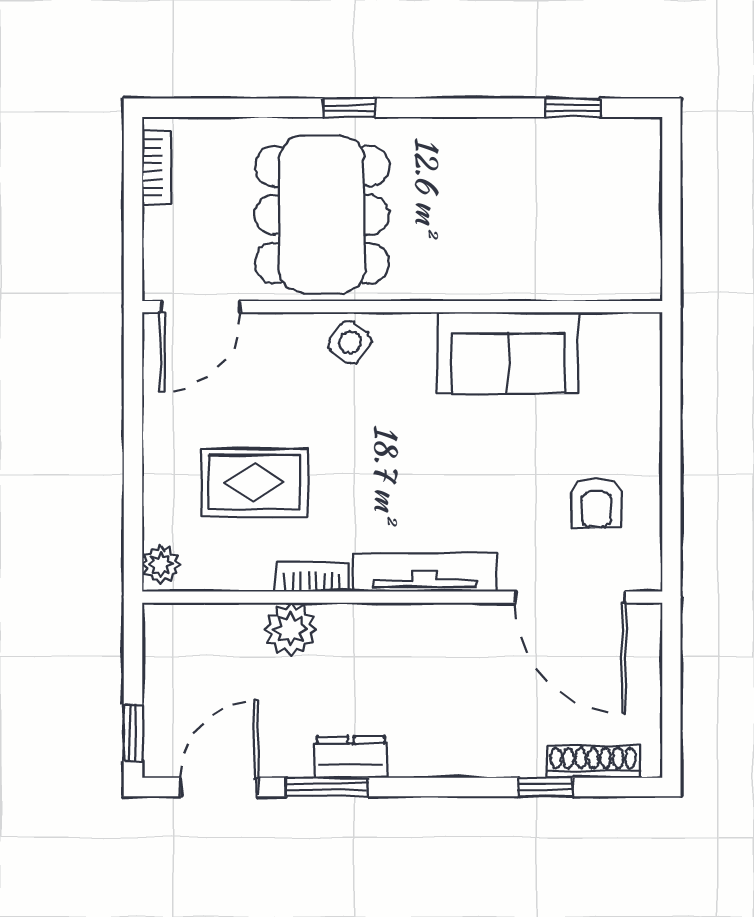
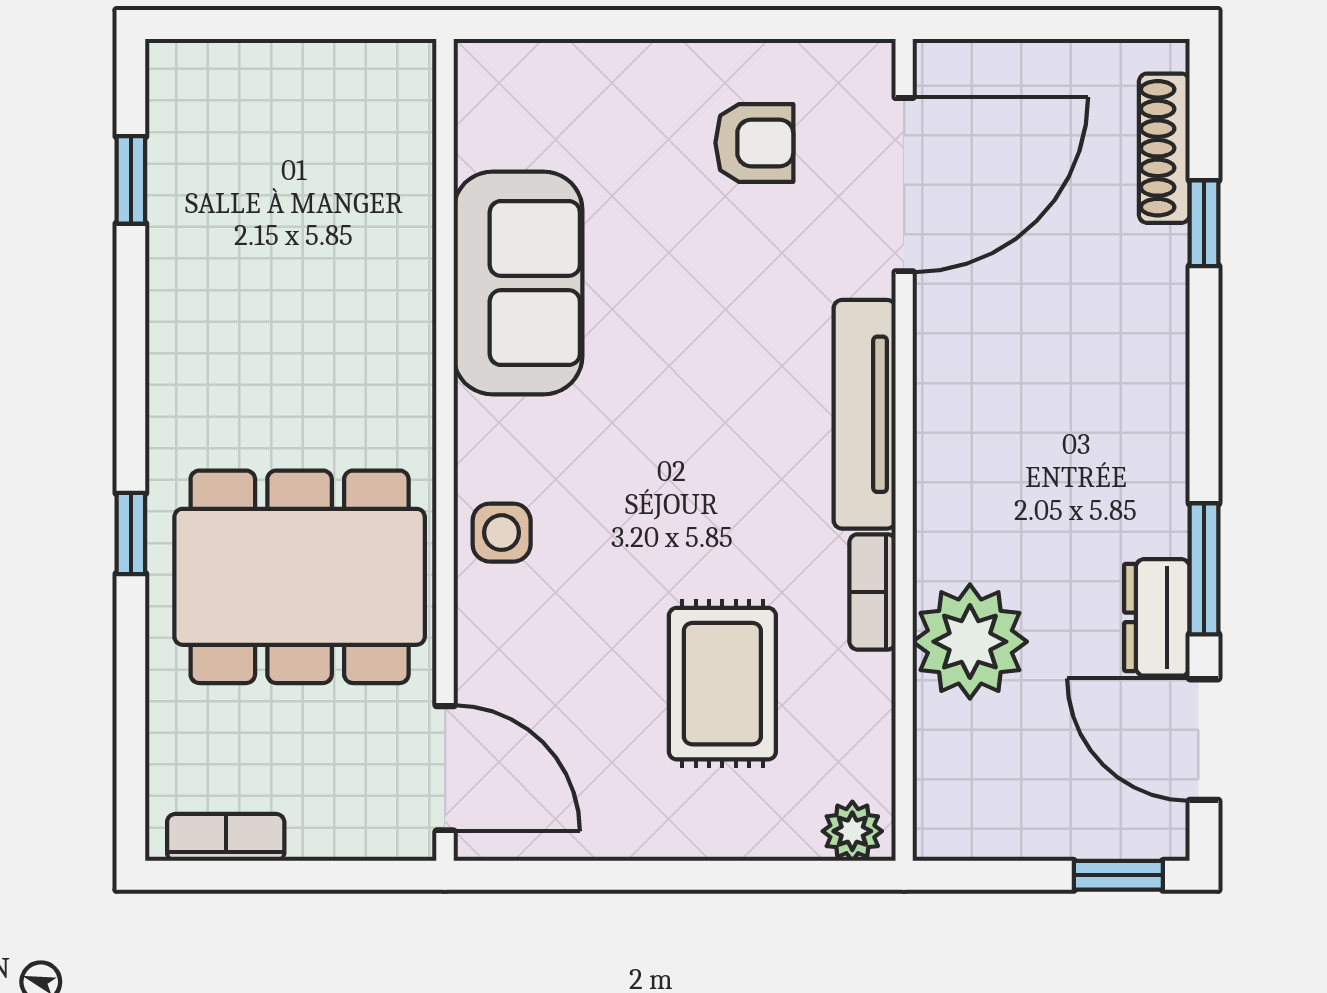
side table: (350, 342) -> (502, 533), turned -36
plant: (291, 629) -> (970, 642), width x1.36, depth x1.36
dresser: (351, 757) -> (1157, 617), moved

